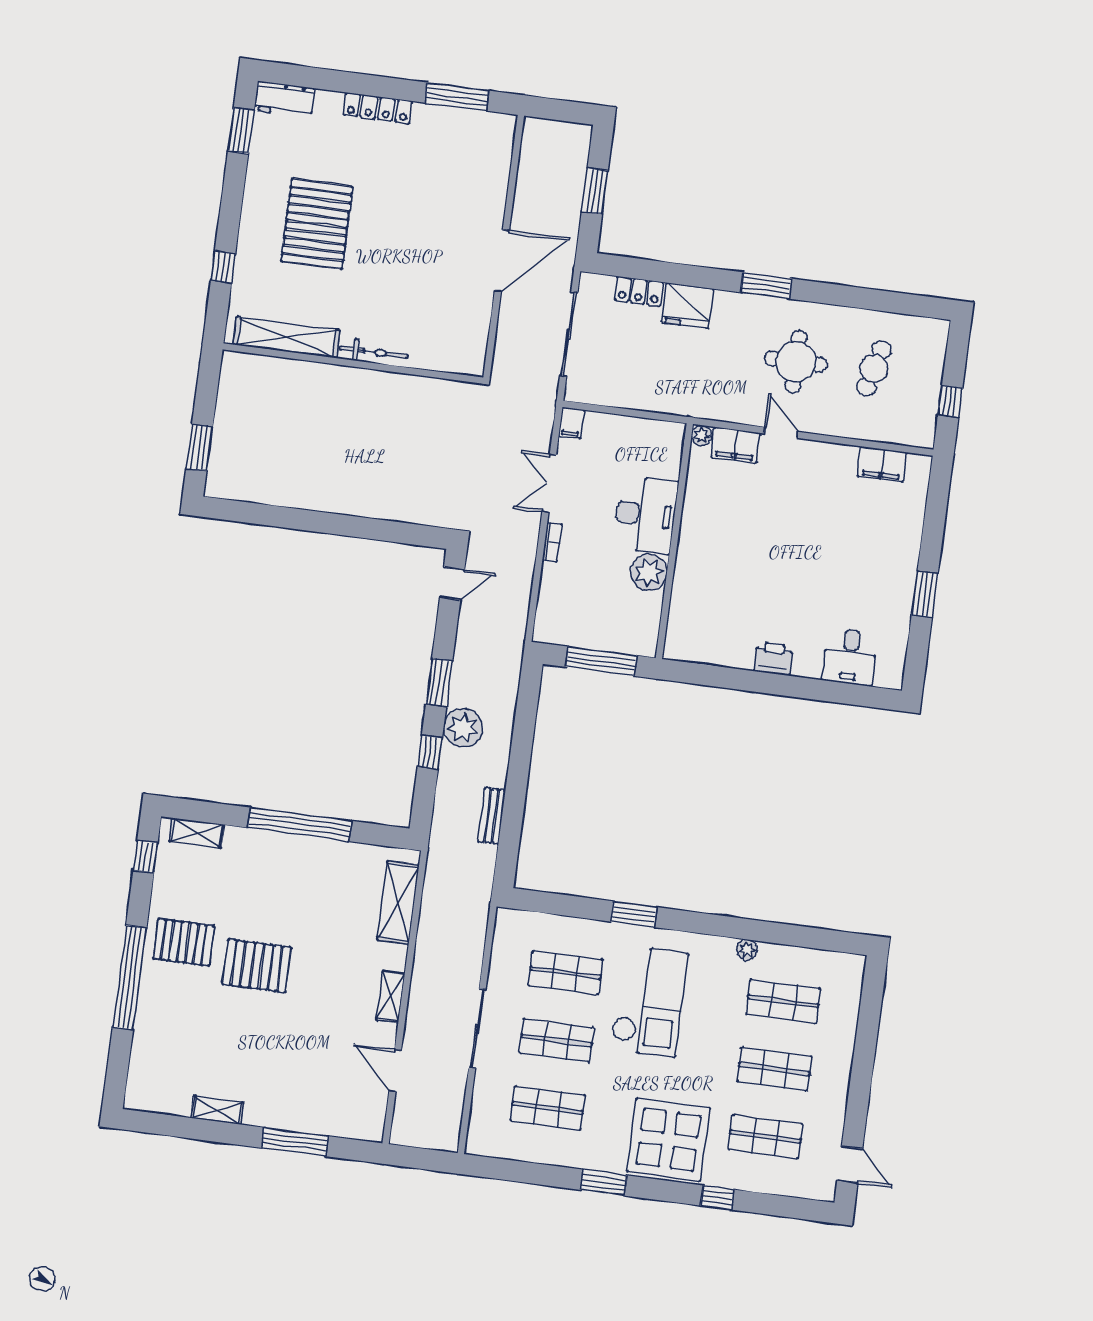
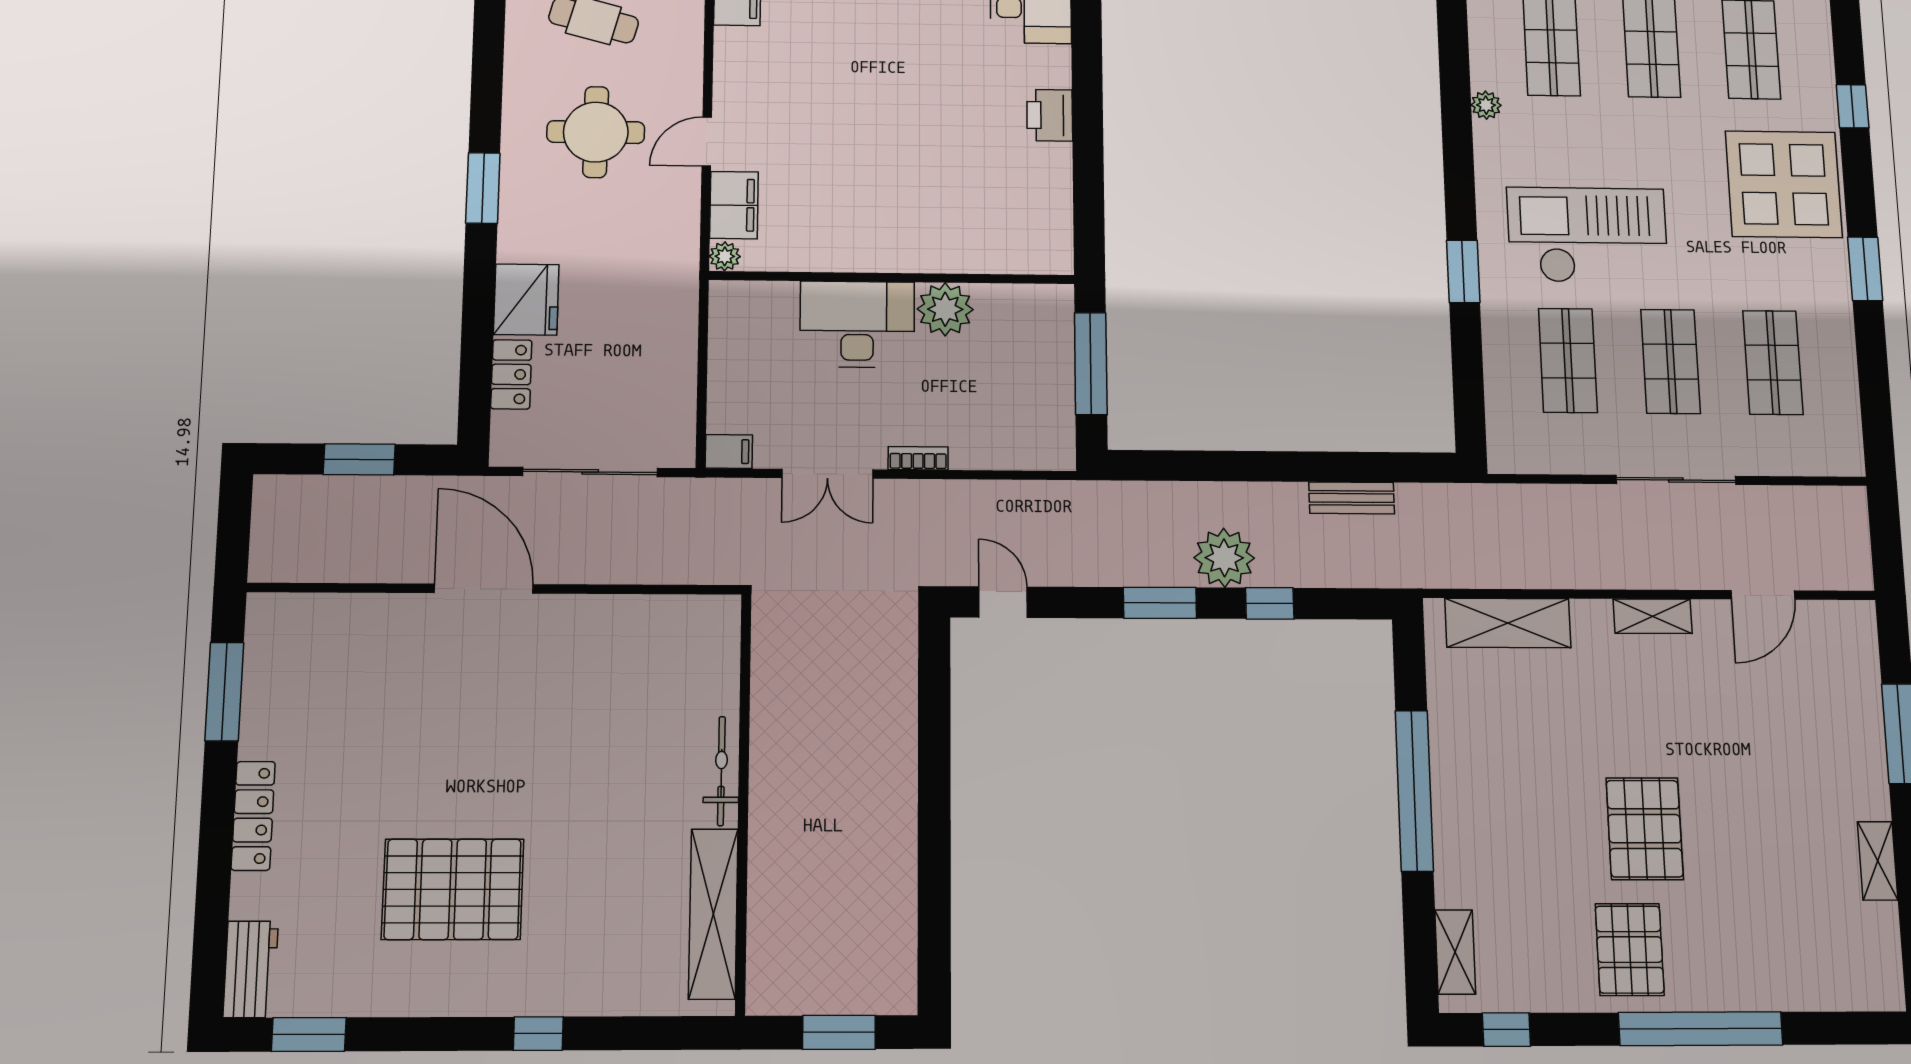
shelving: (287, 337) -> (713, 914), moved
bicycle: (374, 352) -> (721, 771), moved
wall: (353, 363) -> (743, 802), moved

